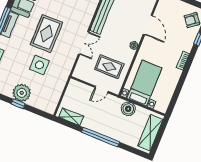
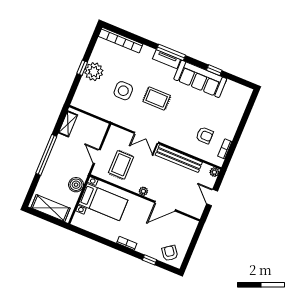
rug: (47, 33) -> (157, 98), width x0.73, depth x0.70

